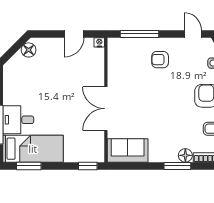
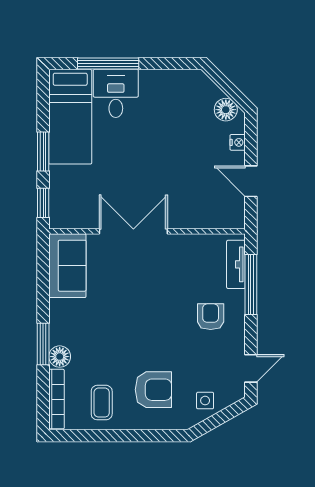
nightstand: (99, 42) -> (238, 142), moved
tv unit: (127, 43) -> (236, 264), added
window: (29, 166) -> (43, 152), moved

